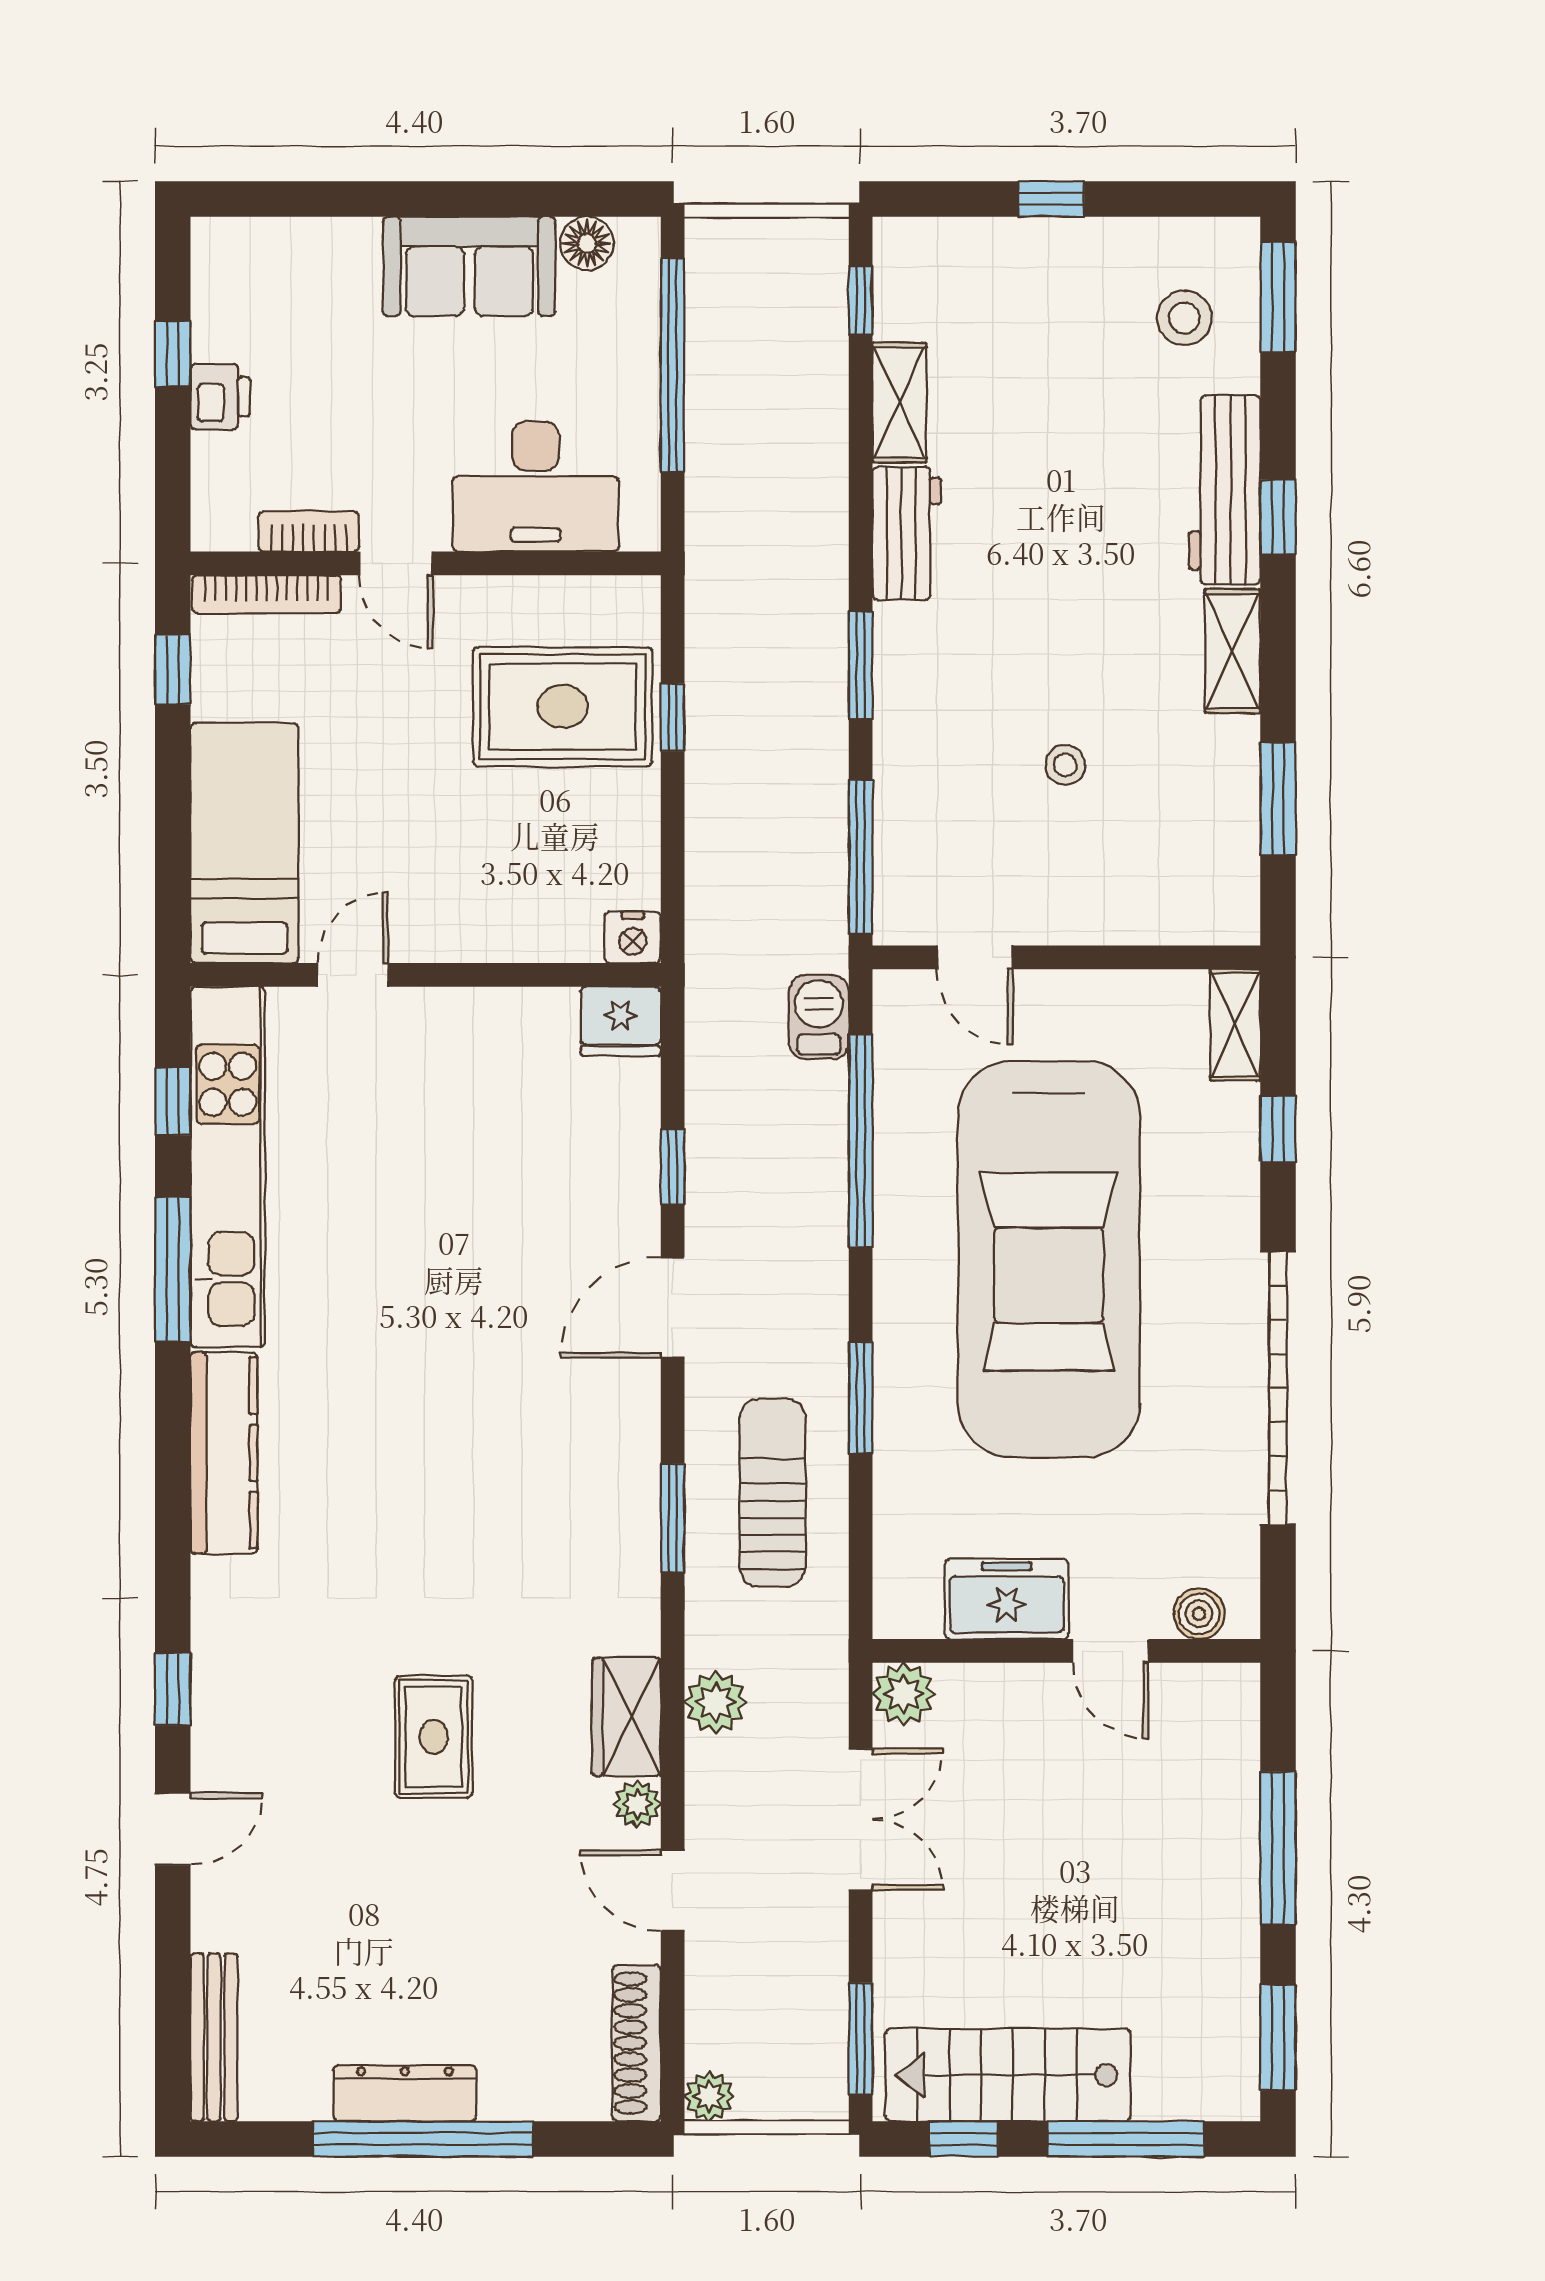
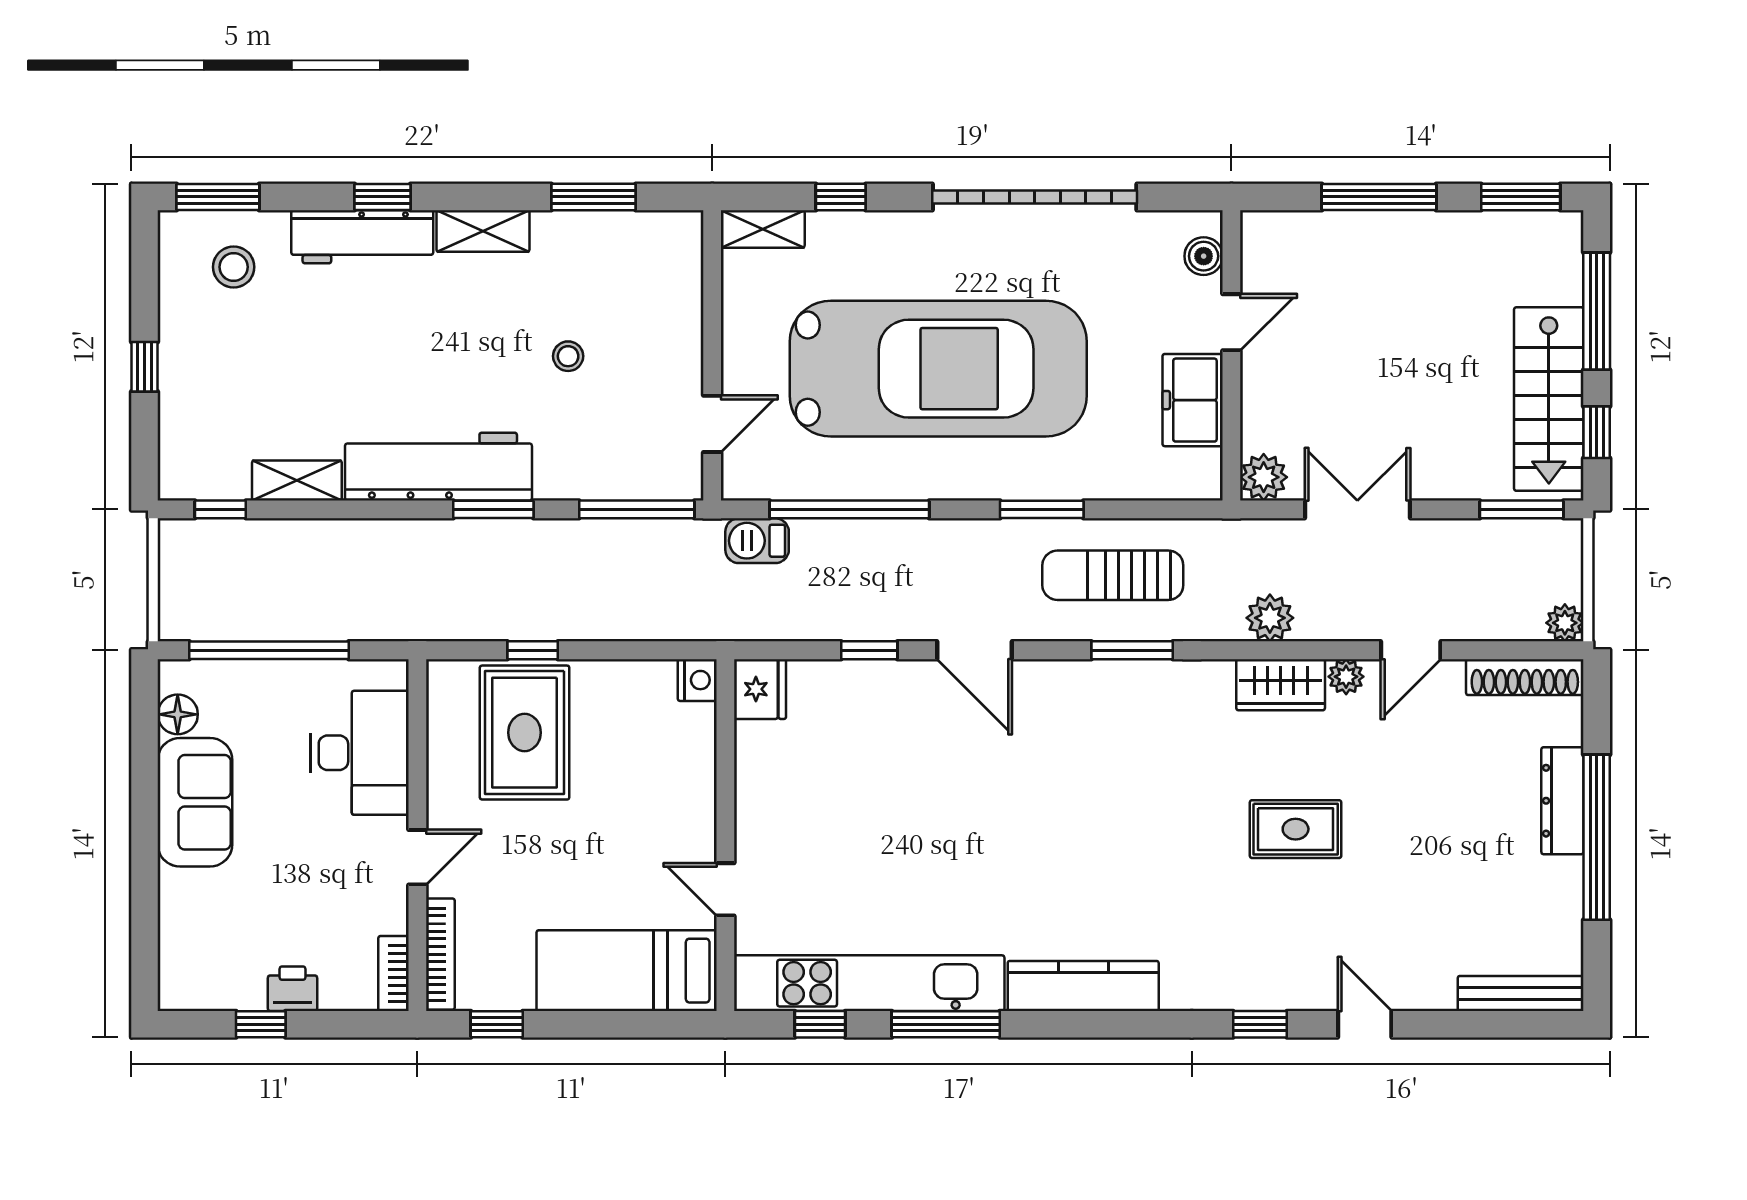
bookcase: (309, 532) -> (394, 973), moved
workbench: (907, 533) -> (438, 467), width x1.88, depth x1.32
dresser: (405, 2093) -> (1562, 801), moved

